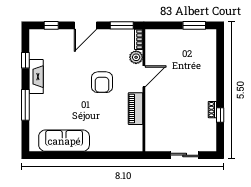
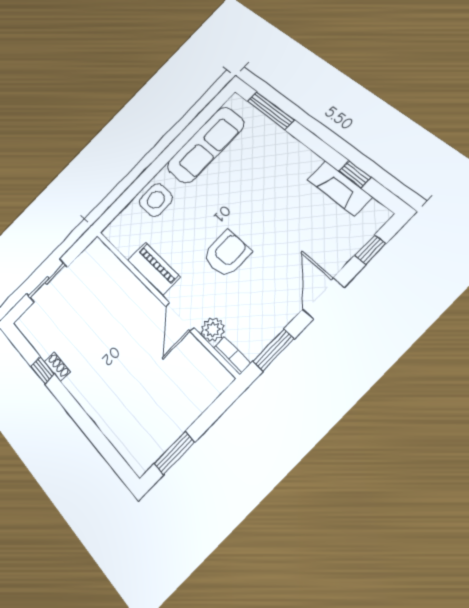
fireplace: (36, 77) -> (340, 188), moved
armchair: (102, 82) -> (227, 254), turned 90
window: (25, 105) -> (270, 110), moved
side table: (107, 139) -> (156, 200), added

